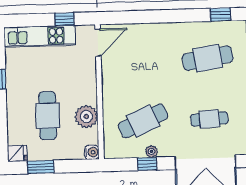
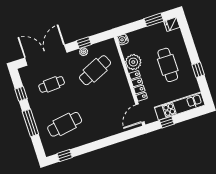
locker: (89, 81) -> (138, 86), added
cafe table: (48, 116) -> (168, 65), moved

